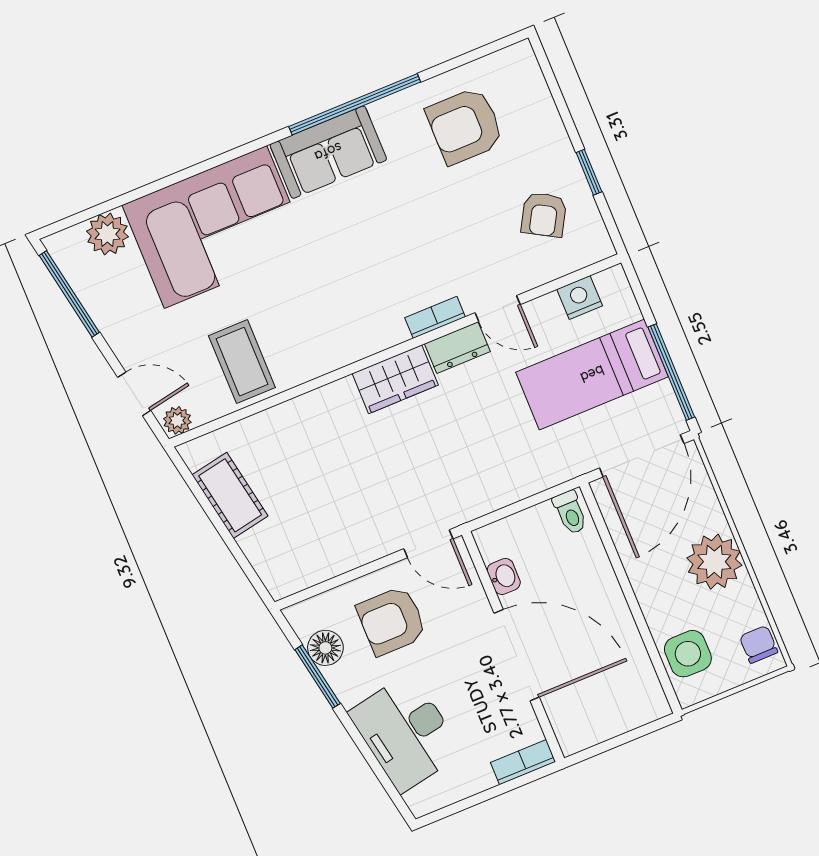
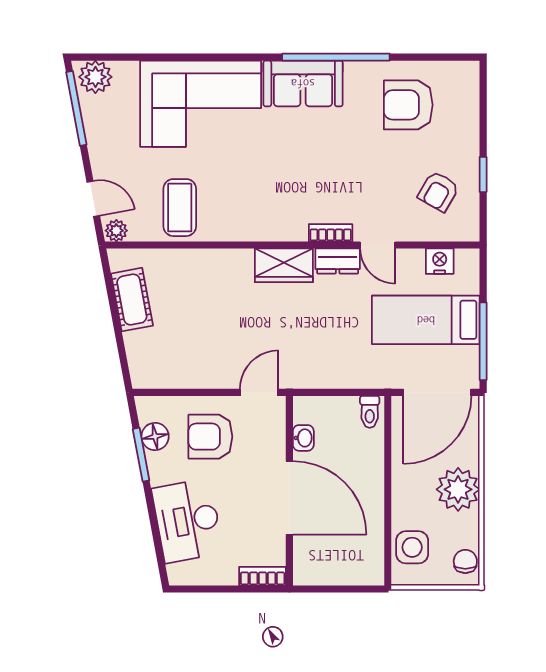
plant: (107, 234) -> (95, 77), moved
door: (428, 544) -> (259, 392), swing flipped

